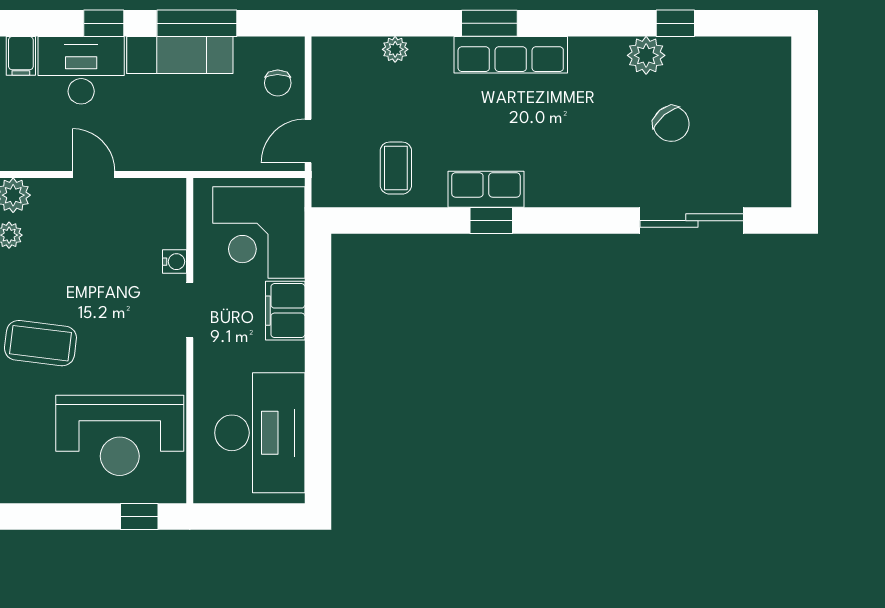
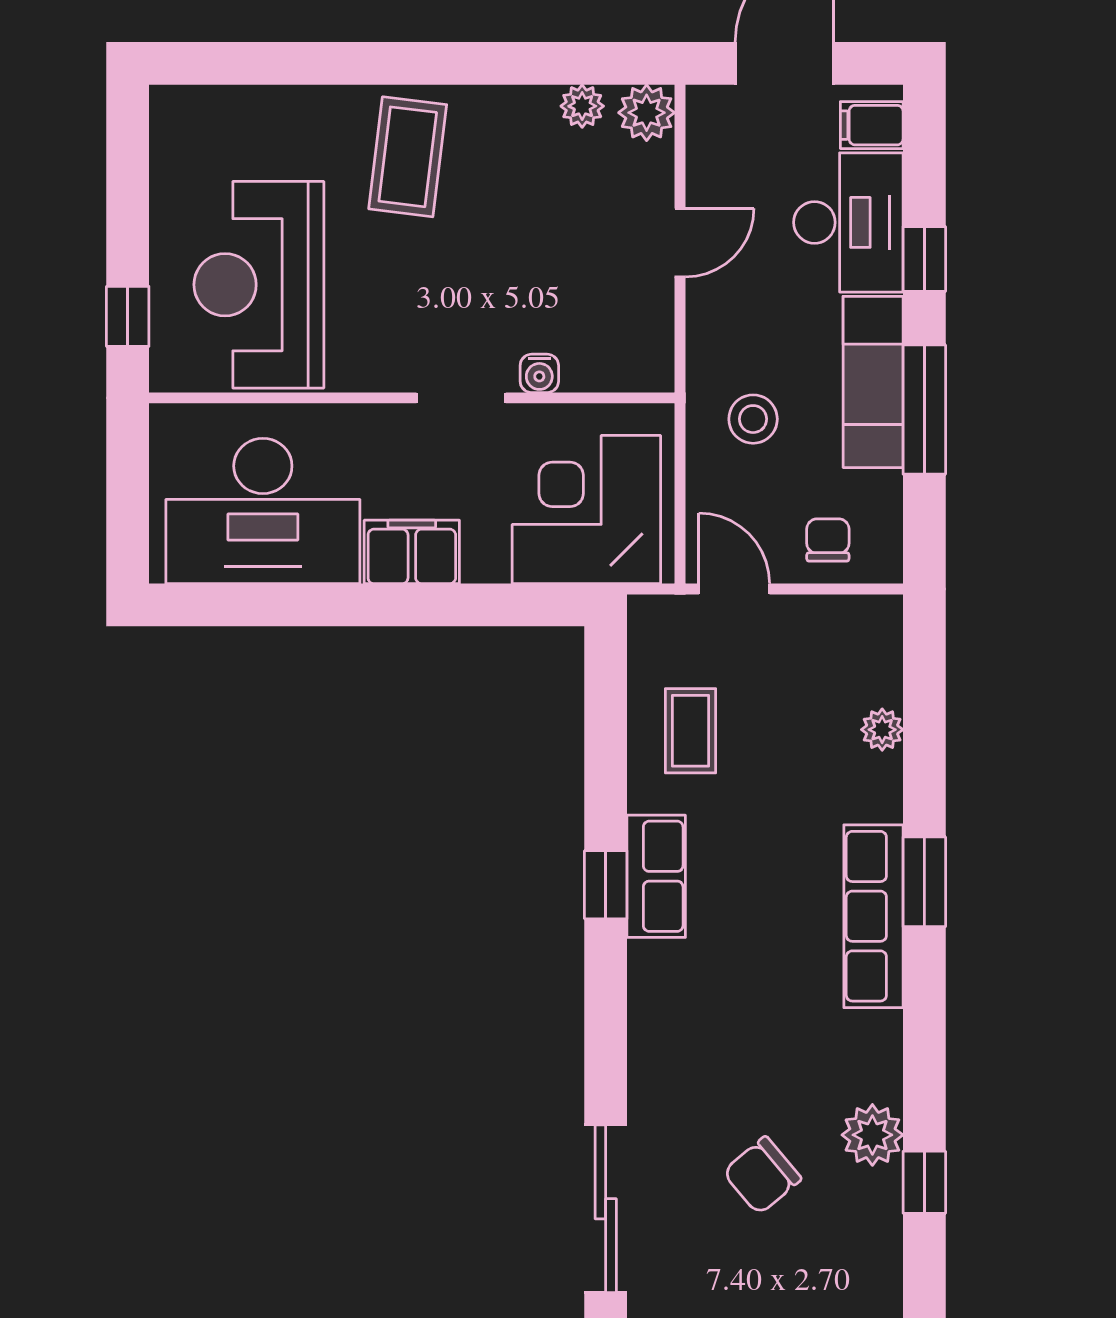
chair: (278, 83) -> (828, 540), turned 90
stool: (203, 129) -> (753, 419), added
coffee table: (396, 168) -> (690, 731), turned 90
filing cabinet: (285, 311) -> (412, 552), moved

